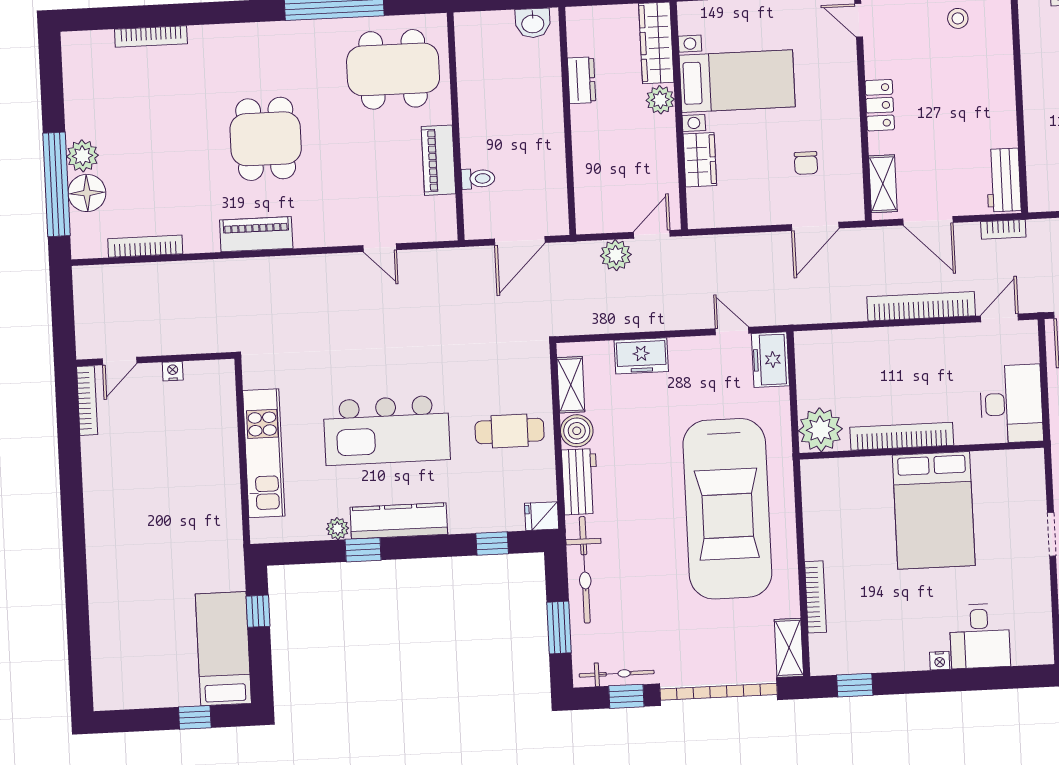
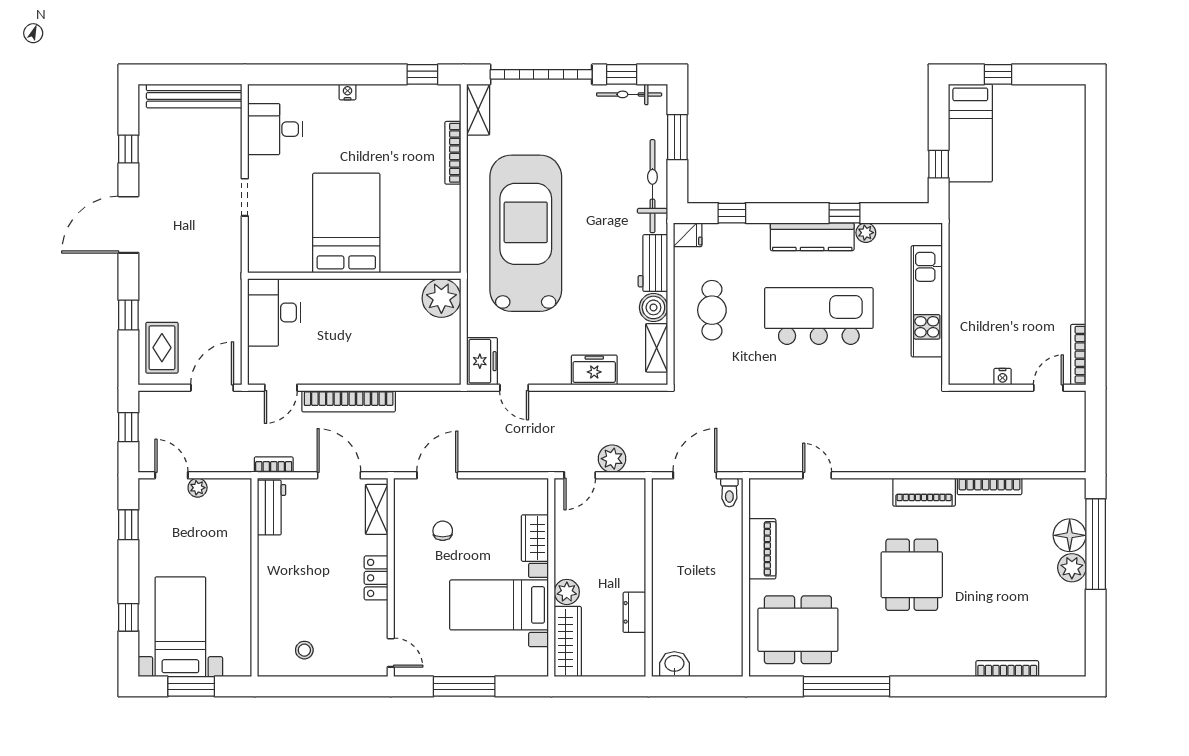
toilet: (478, 179) -> (729, 493), moved, turned -90
bookcase: (145, 246) -> (990, 486), moved
cafe table: (510, 431) -> (712, 310), turned 90
bookcase: (902, 436) -> (371, 289), removed
desk: (980, 636) -> (275, 129), moved, turned -90

